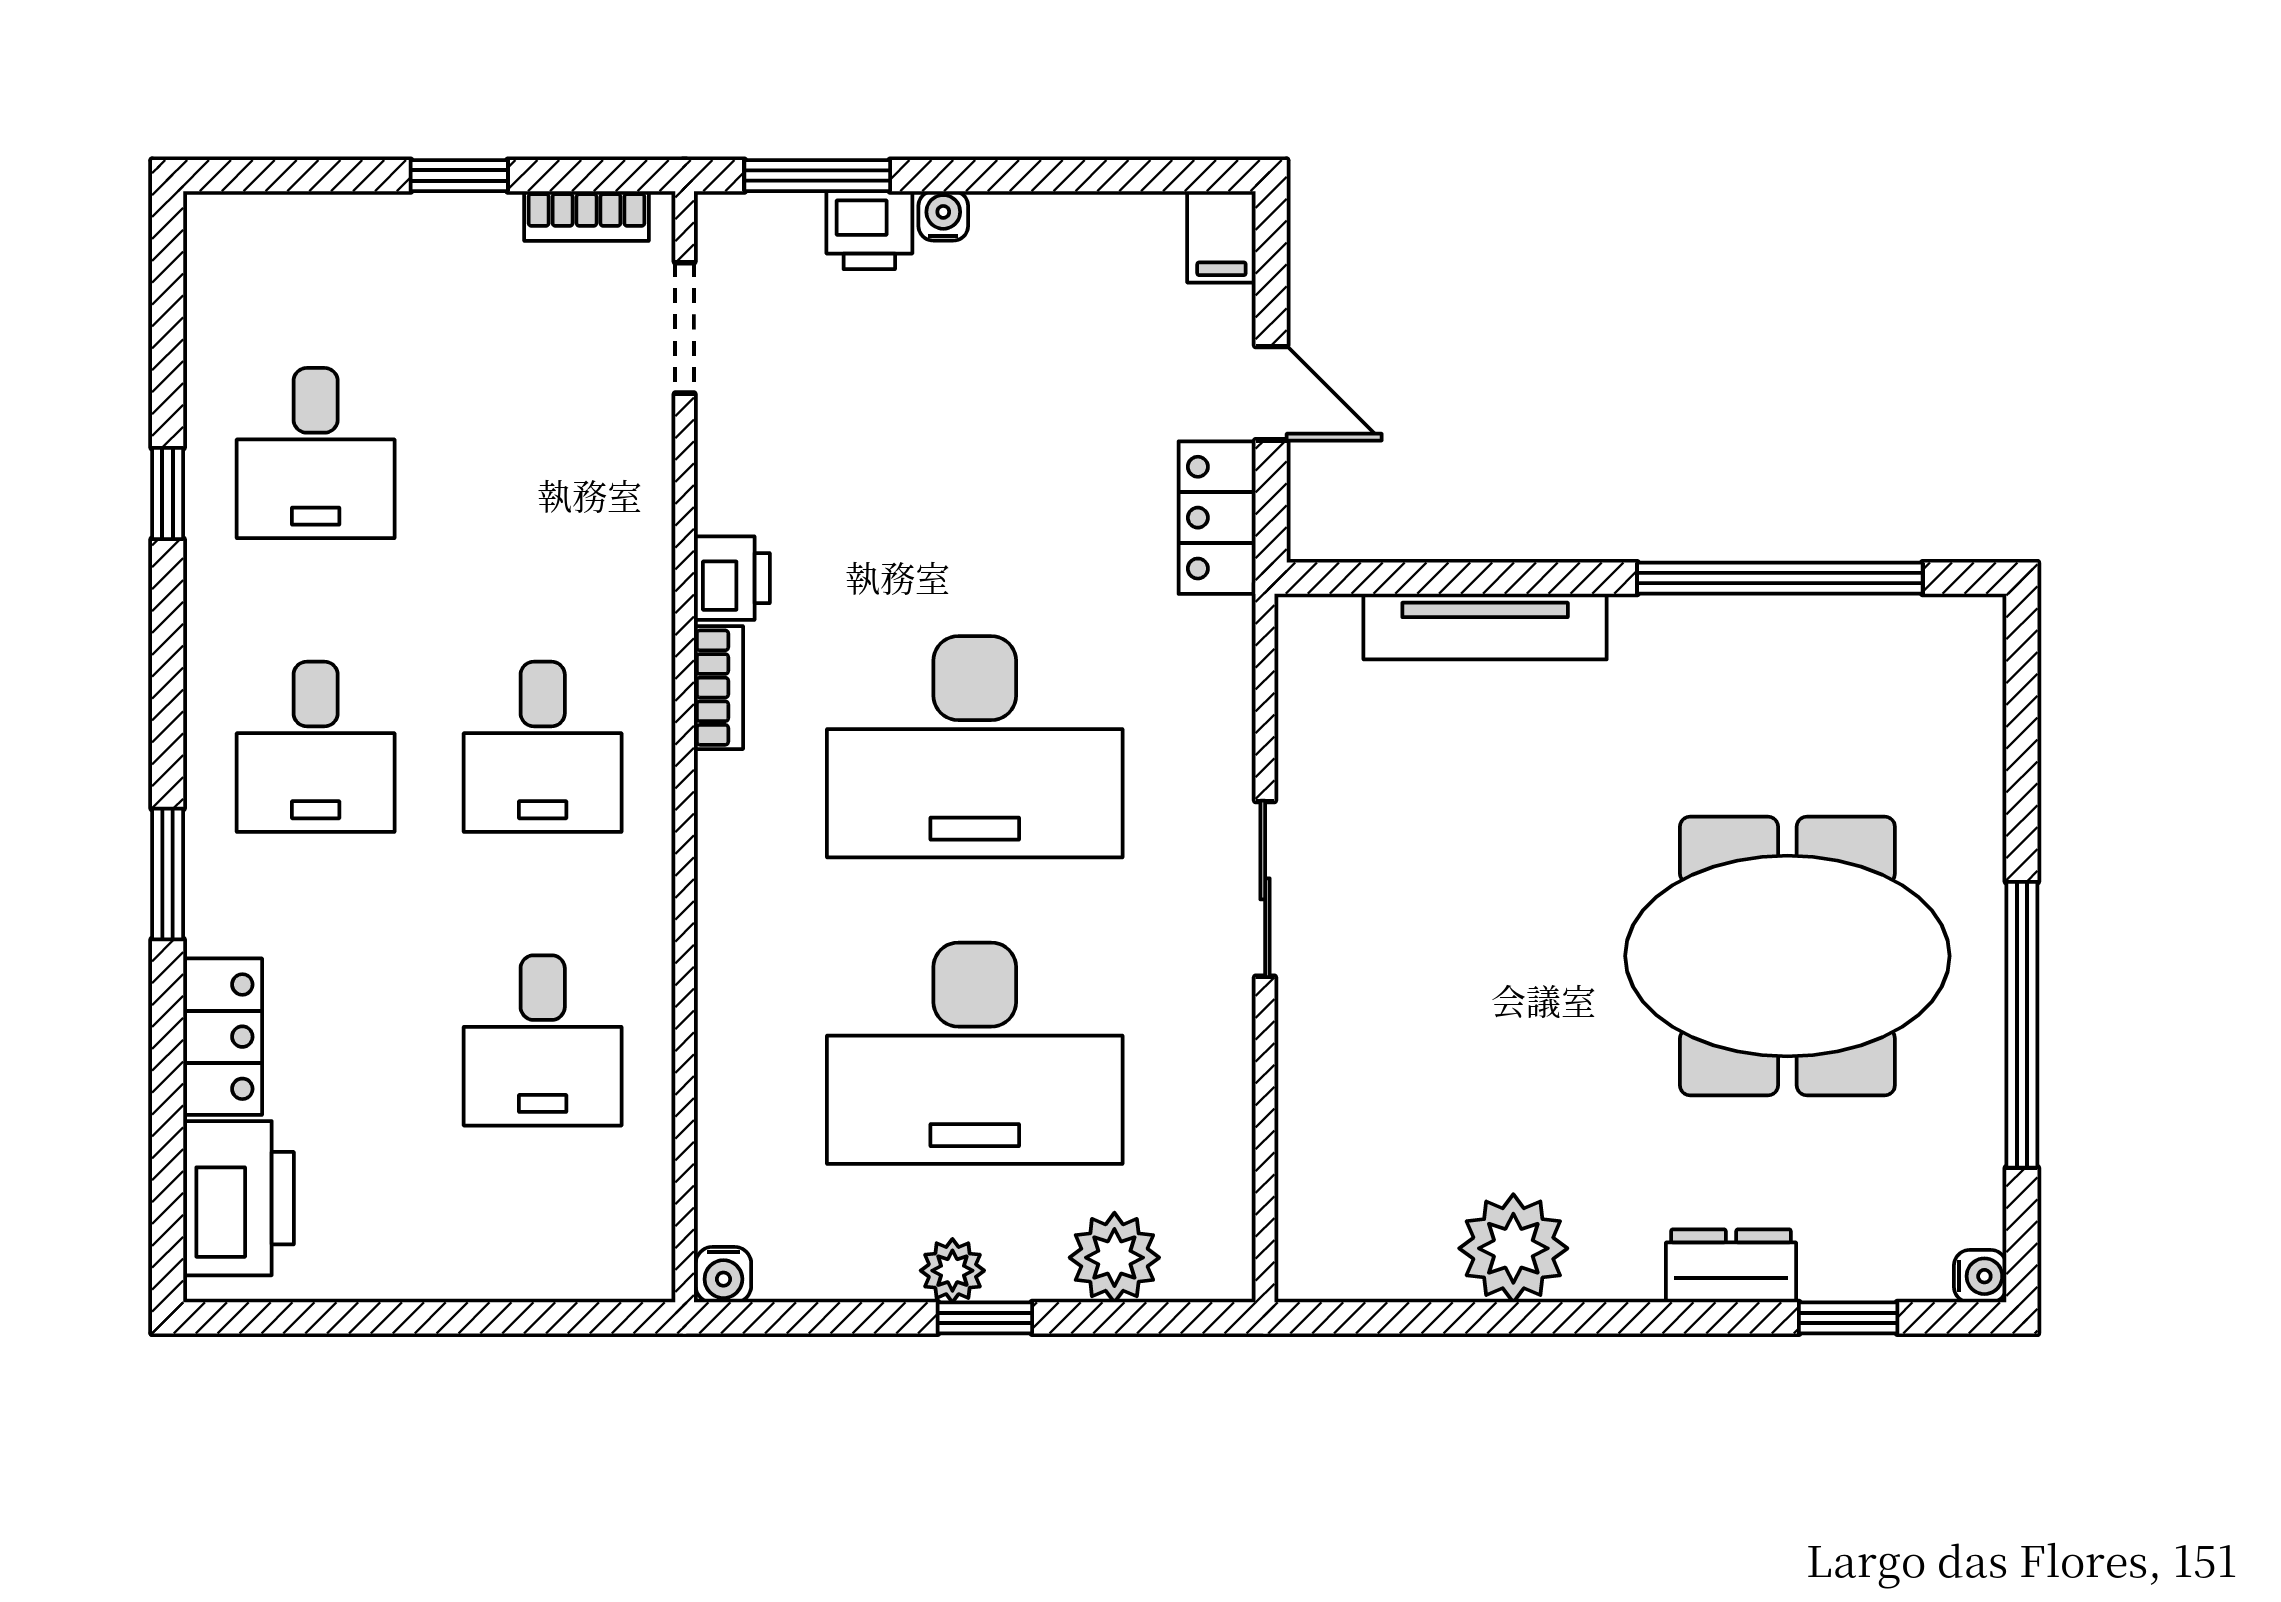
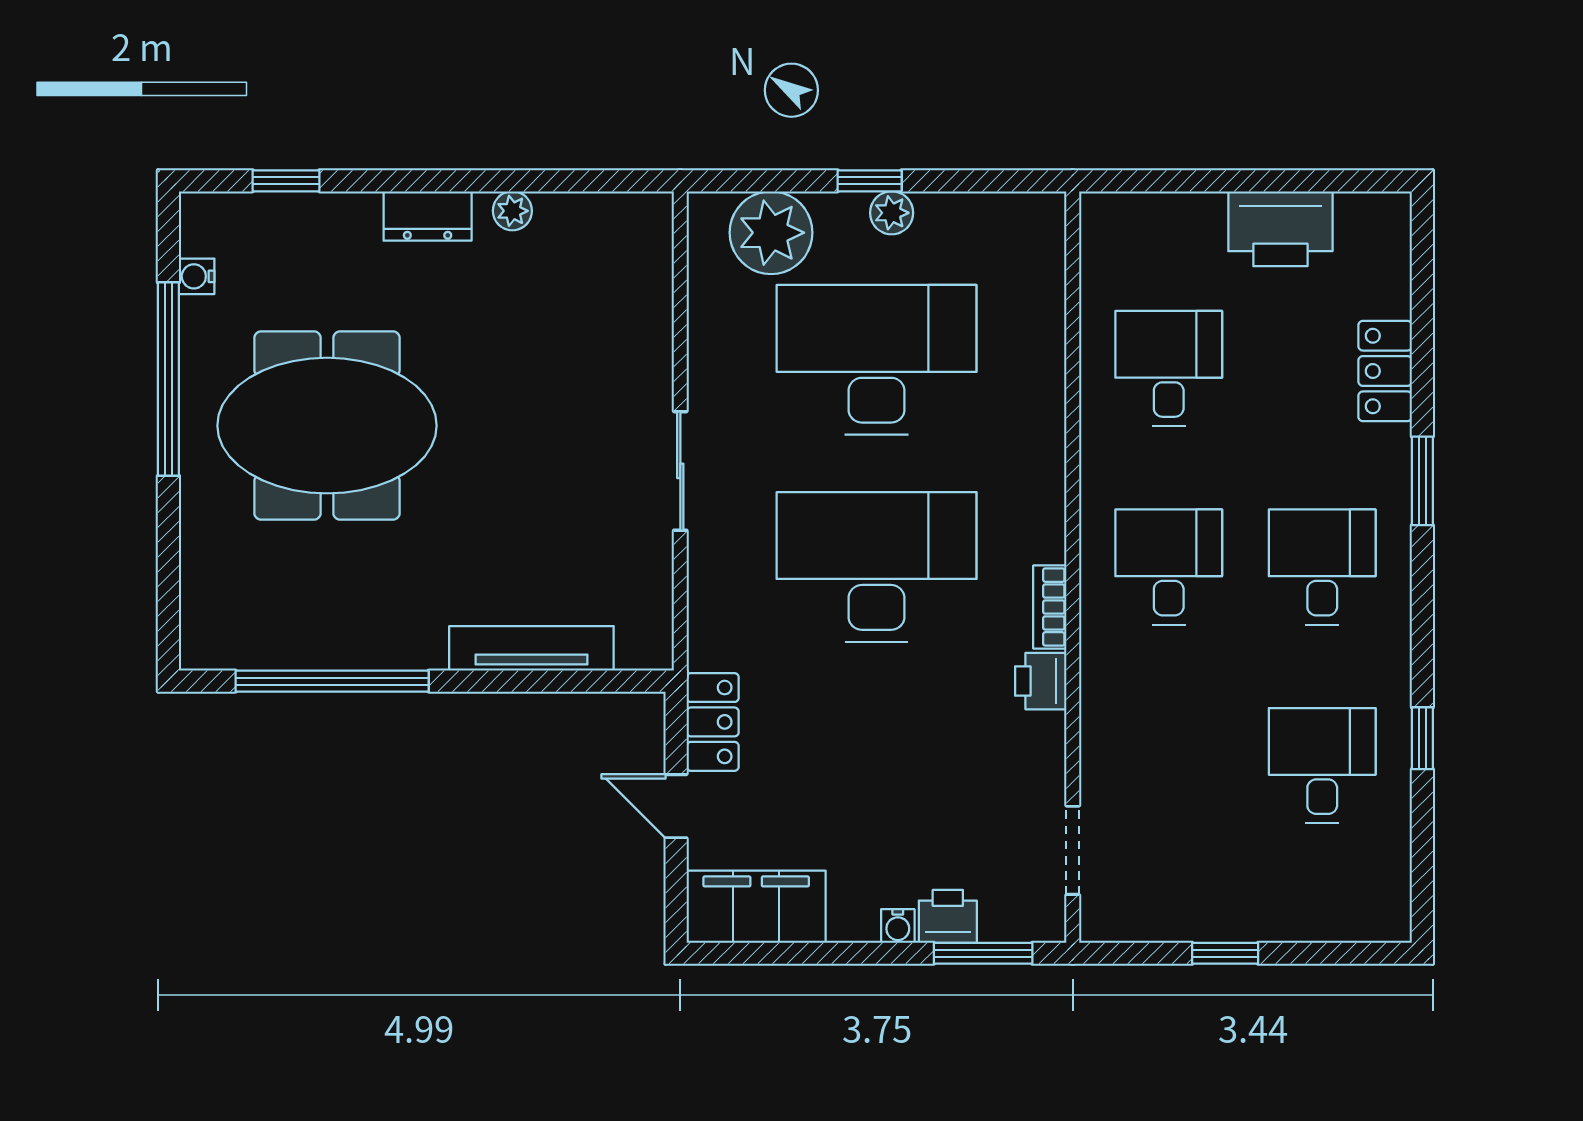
bookcase: (587, 216) -> (1139, 926), removed
filing cabinet: (1221, 237) -> (756, 907), width x3.00, depth x1.17
printer: (238, 1198) -> (1280, 229), moved, turned -90
plant: (1513, 1248) -> (512, 211), width x0.53, depth x0.53
plant: (1114, 1258) -> (771, 233), width x1.36, depth x1.36
dresser: (1731, 1266) -> (428, 216), moved
water cooler: (723, 1275) -> (1046, 210), removed
water cooler: (1980, 1276) -> (197, 276), moved

